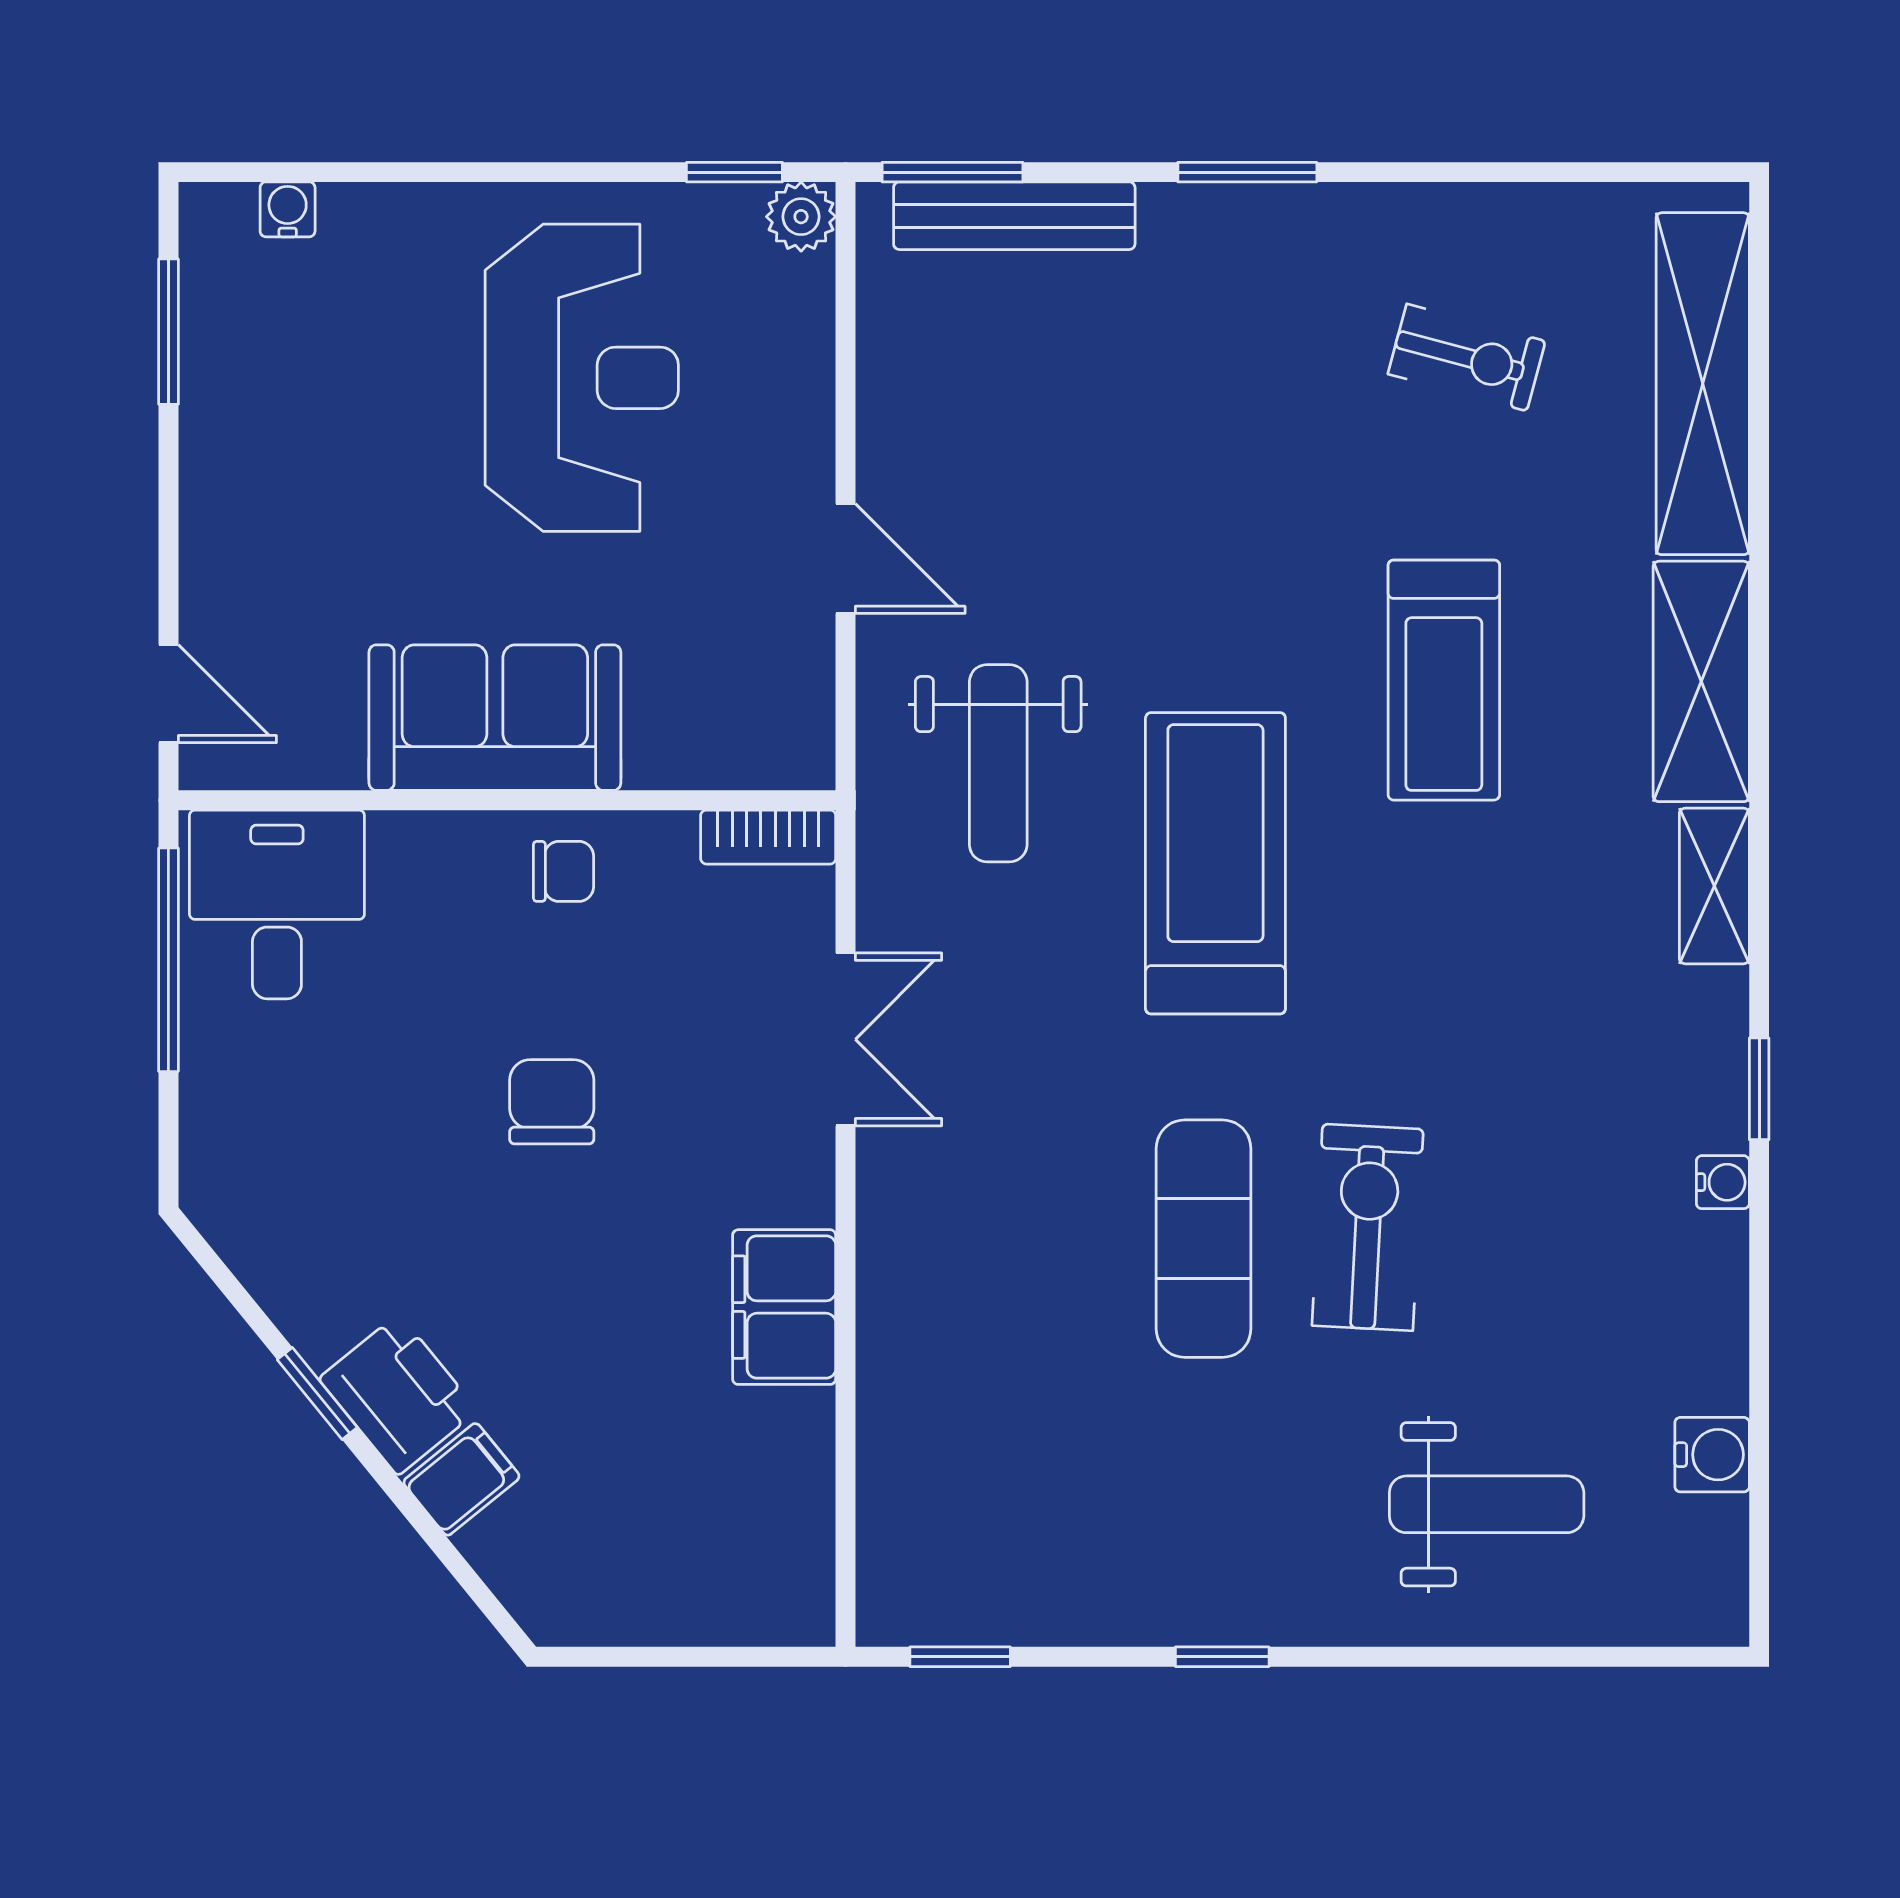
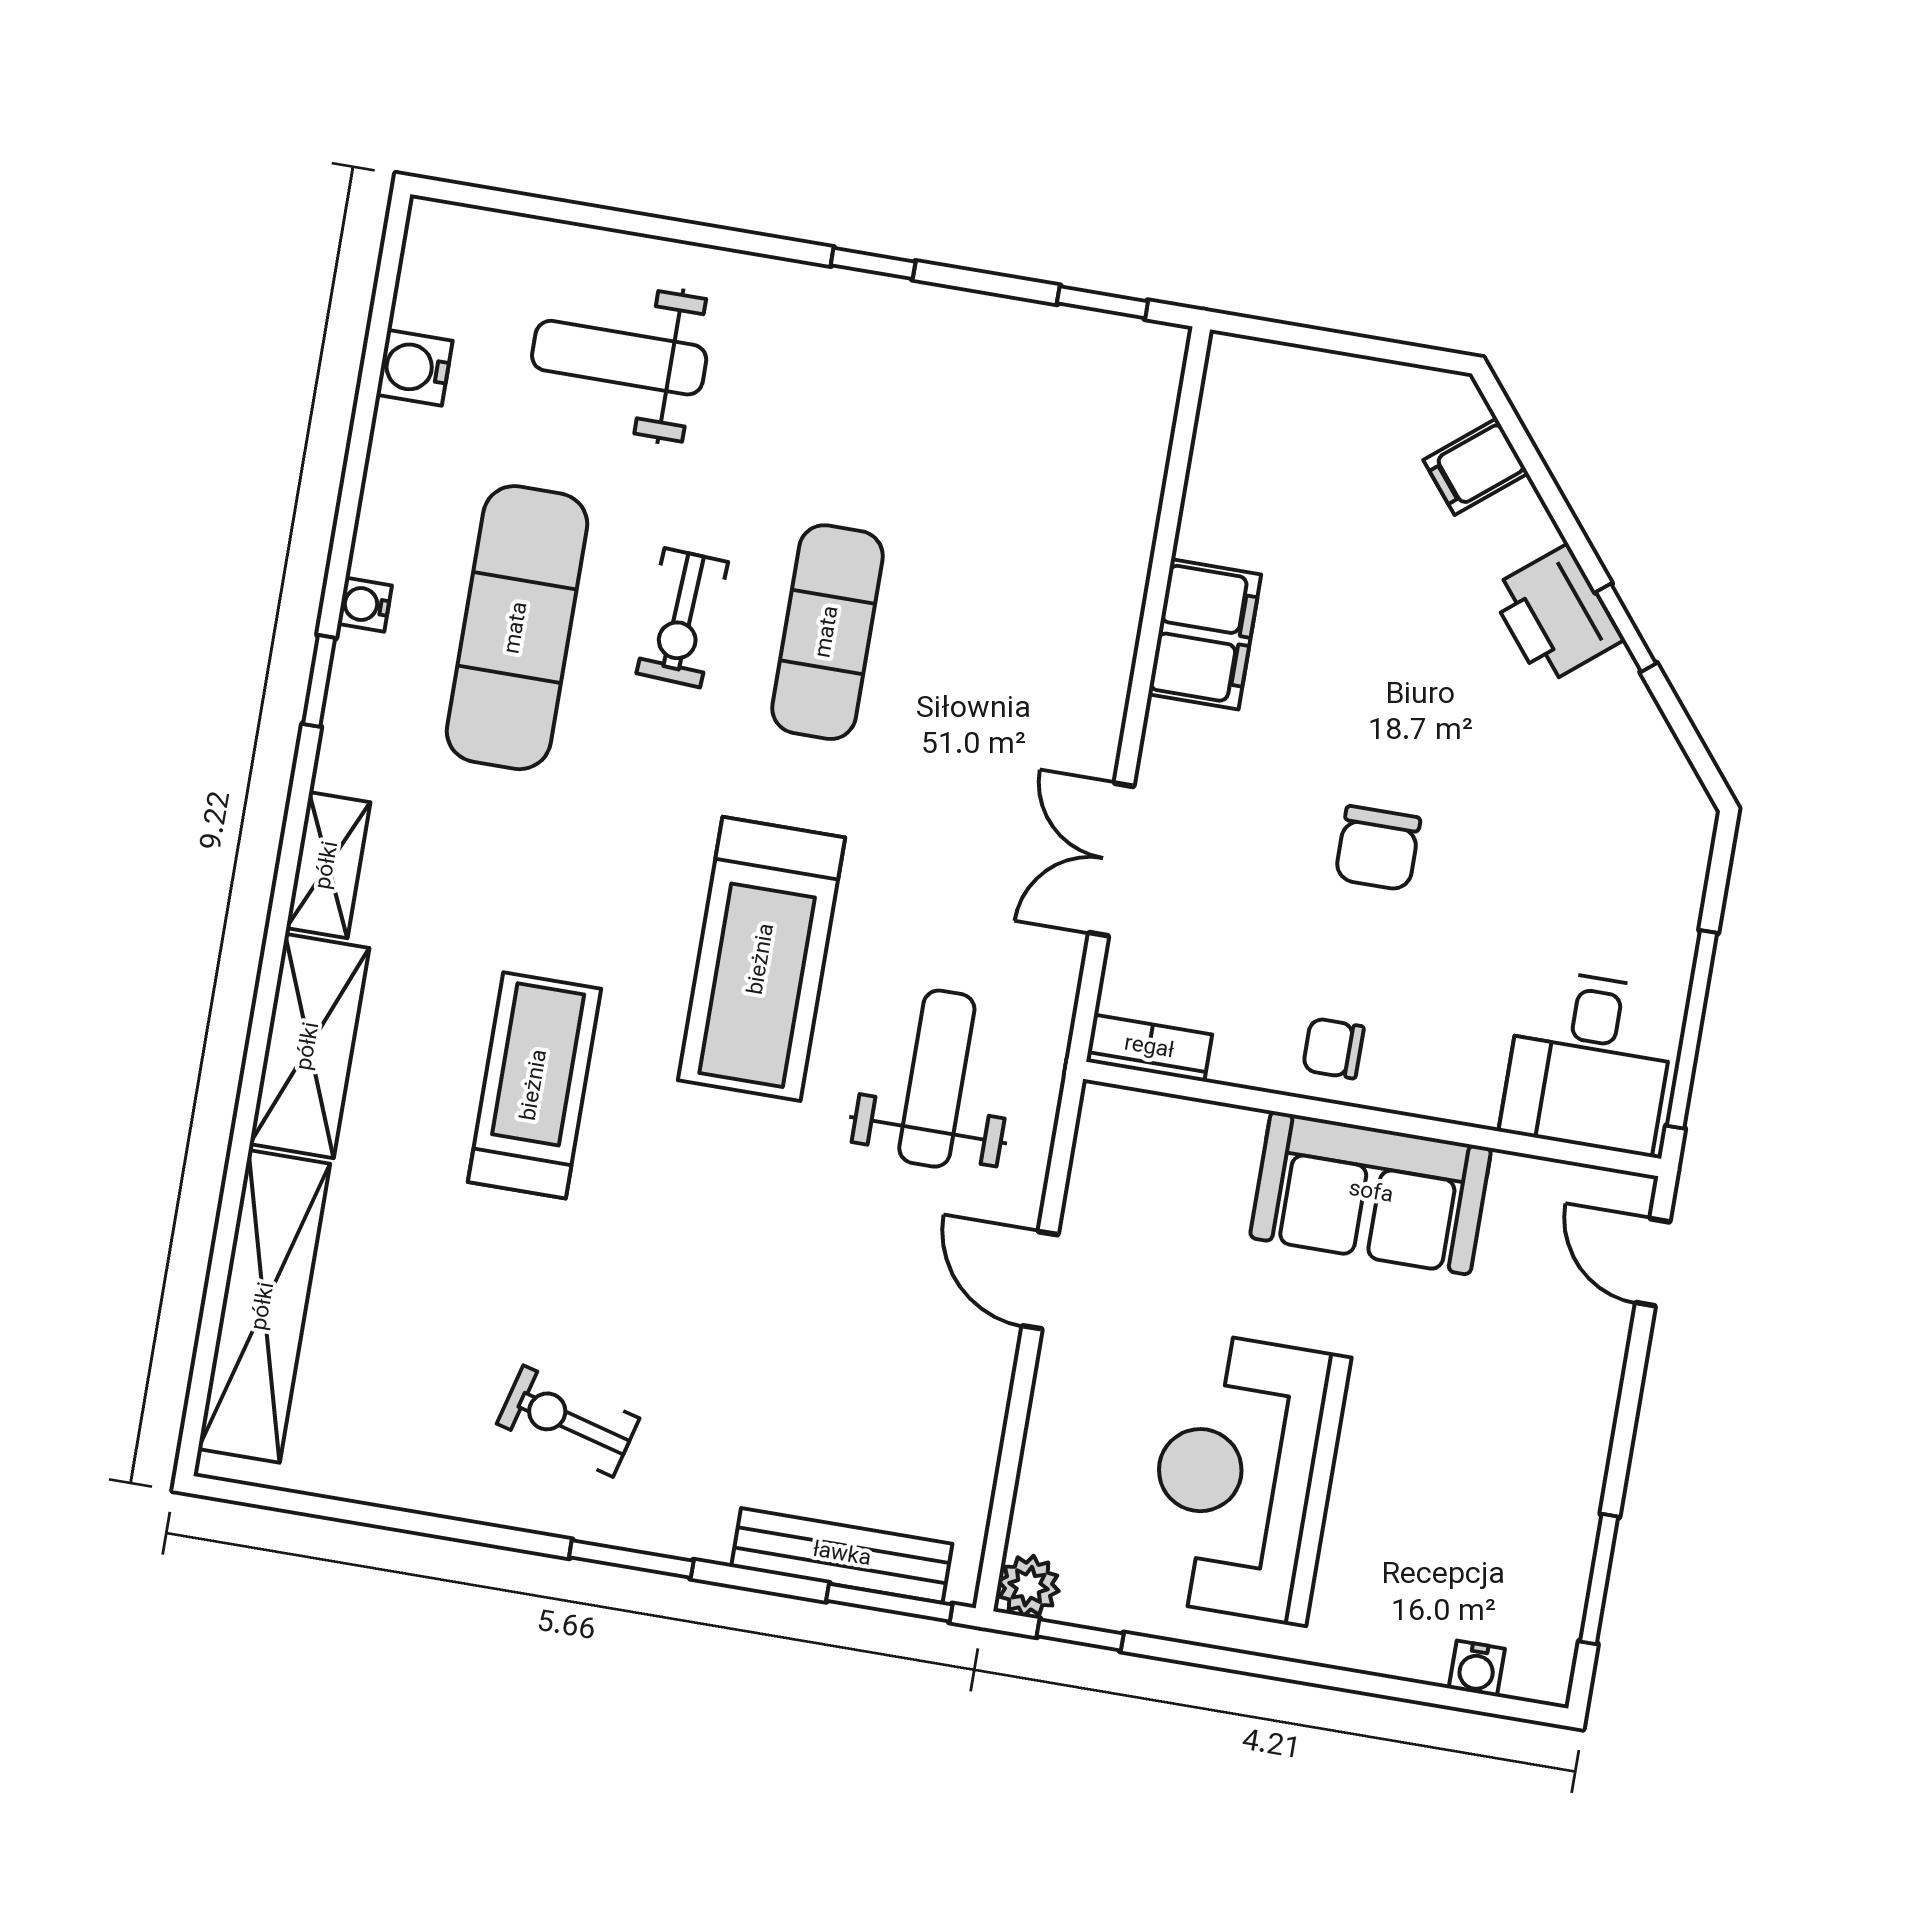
exercise bike: (1467, 357) -> (568, 1421), moved
exercise mat: (1549, 1185) -> (517, 628), added
exercise bike: (1368, 1227) -> (682, 618), width x0.73, depth x0.72
filing cabinet: (461, 1479) -> (1476, 467), moved

